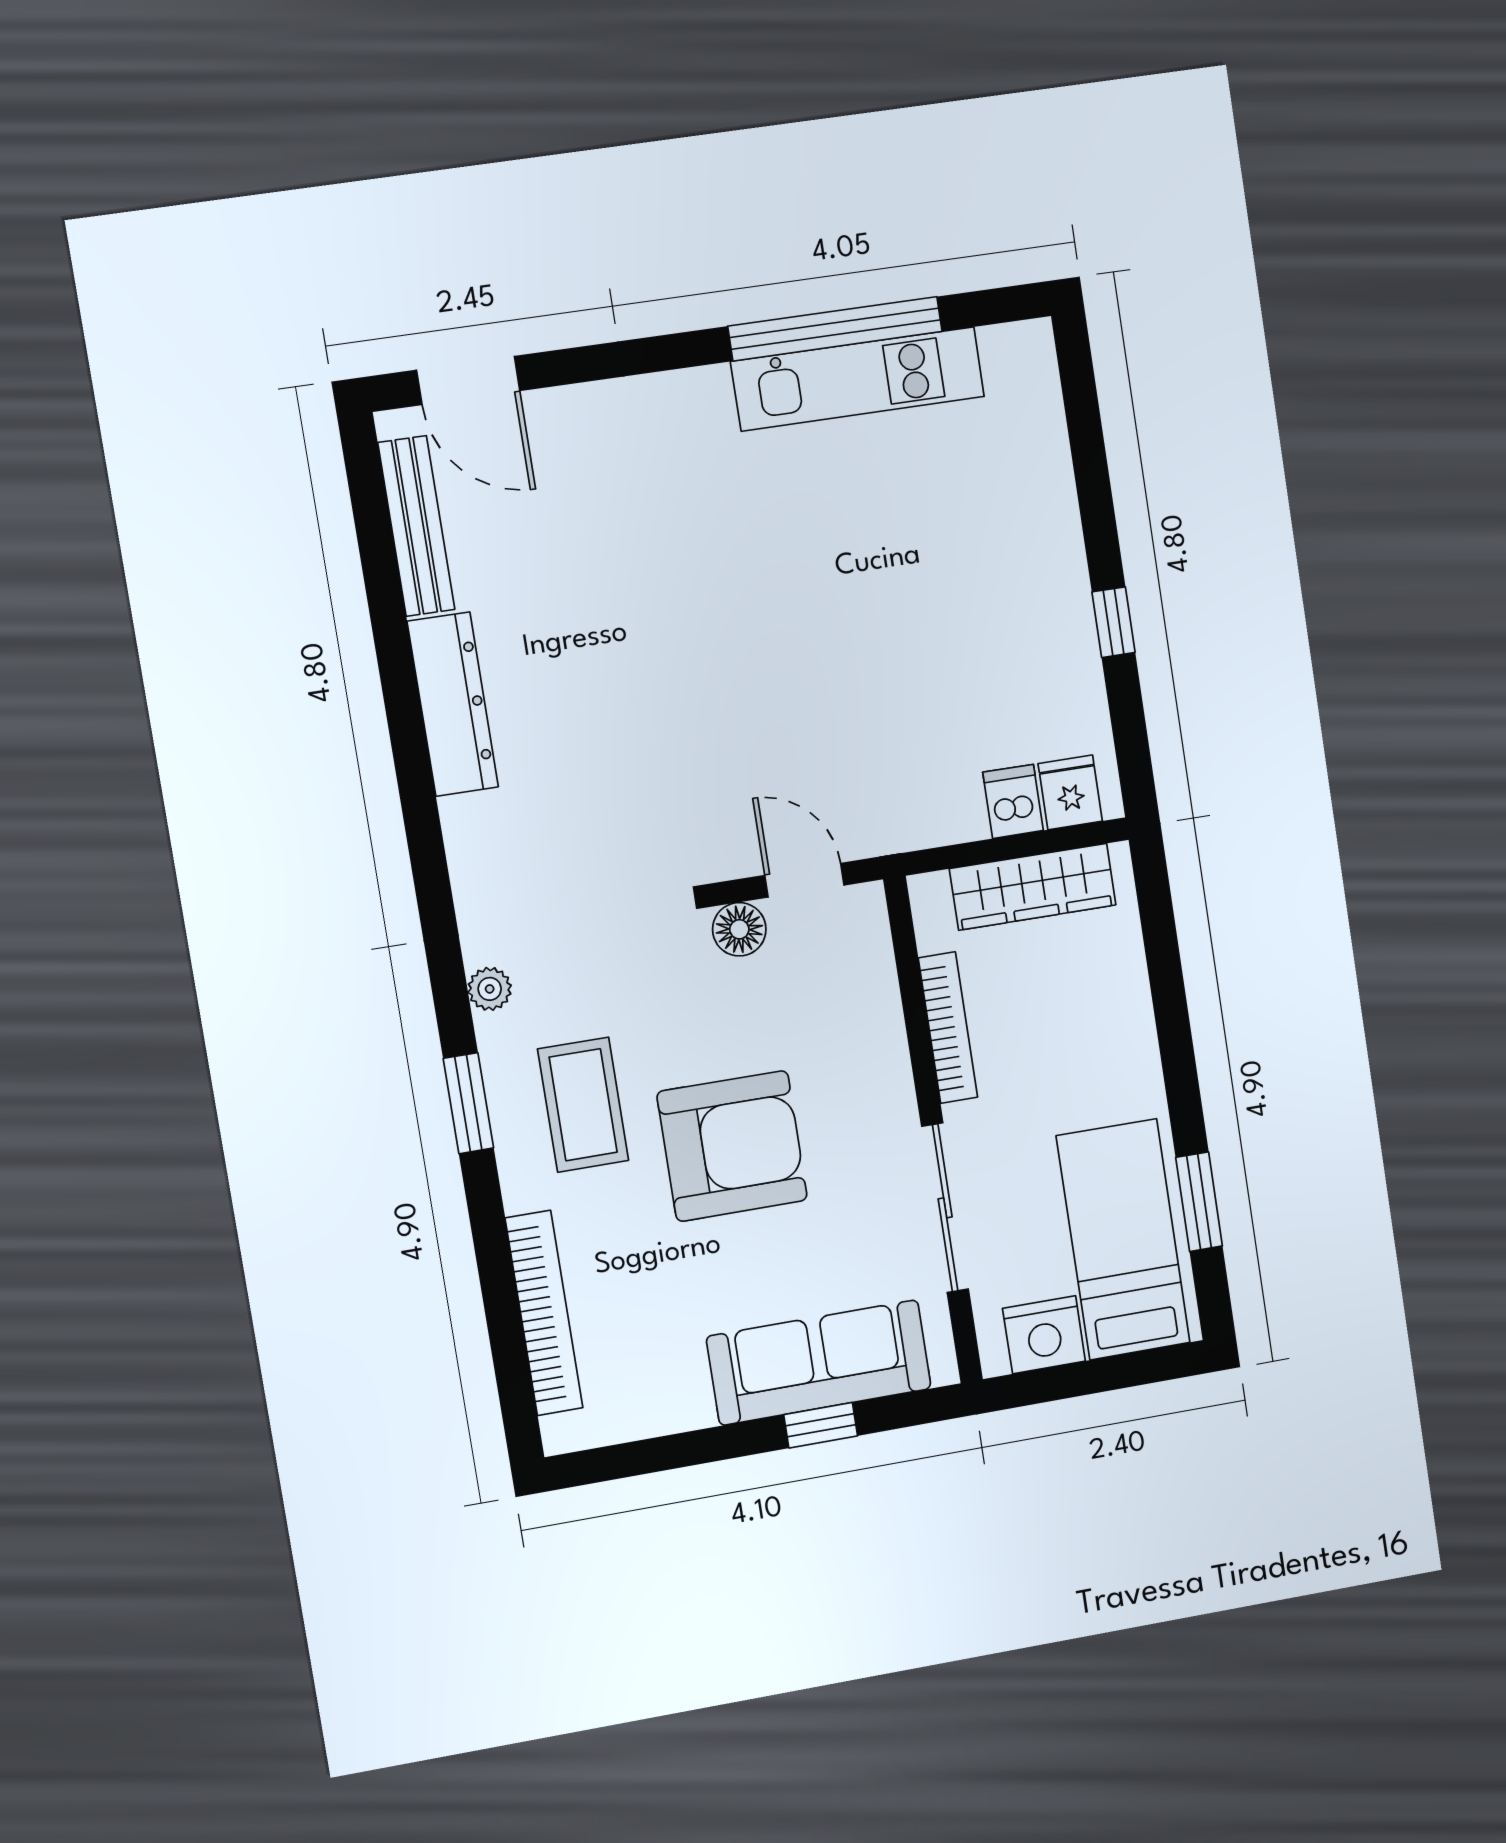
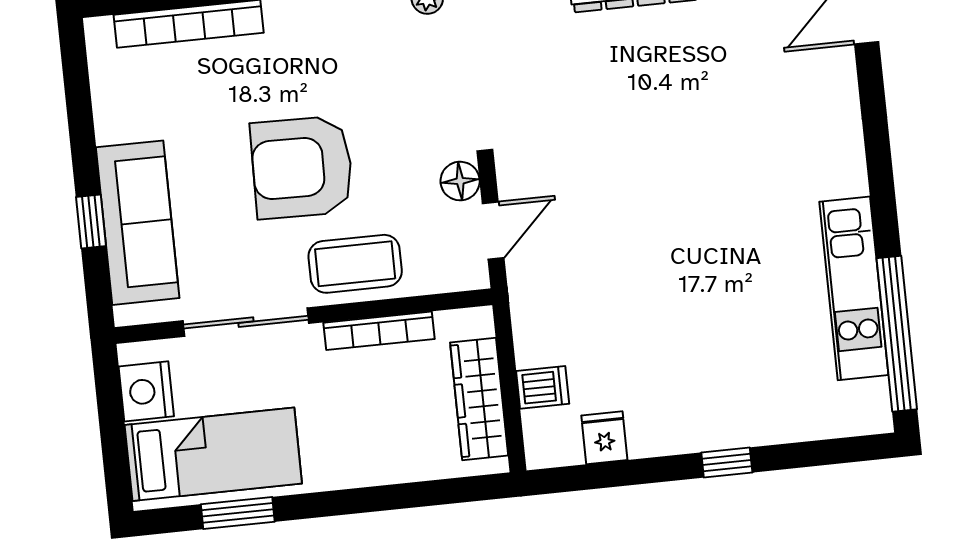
window: (835, 329) -> (897, 334), moved
window: (1114, 622) -> (727, 462), moved
fridge: (1070, 792) -> (604, 438), moved, turned -90
coffee table: (583, 1105) -> (355, 264), moved
armchair: (732, 1146) -> (302, 167), turned 91

